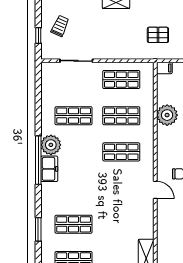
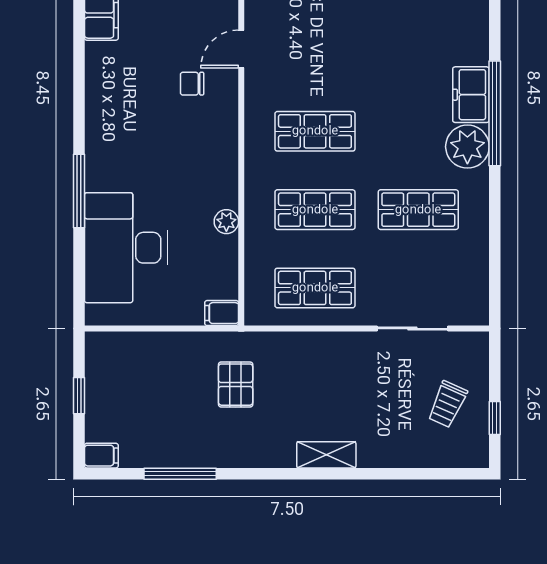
window: (38, 35) -> (495, 418), moved
pallet: (158, 35) -> (236, 385), turned 90
plant: (167, 115) -> (226, 222), width x0.53, depth x0.53
door: (155, 190) -> (241, 49), hinge flipped

